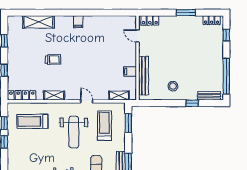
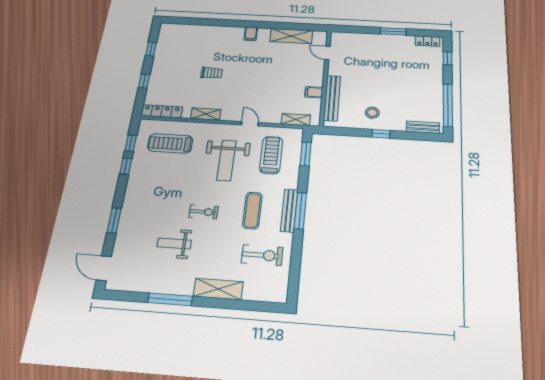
locker: (150, 20) -> (345, 37), removed
shelving: (38, 22) -> (291, 36), moved
window: (192, 103) -> (381, 134), moved

